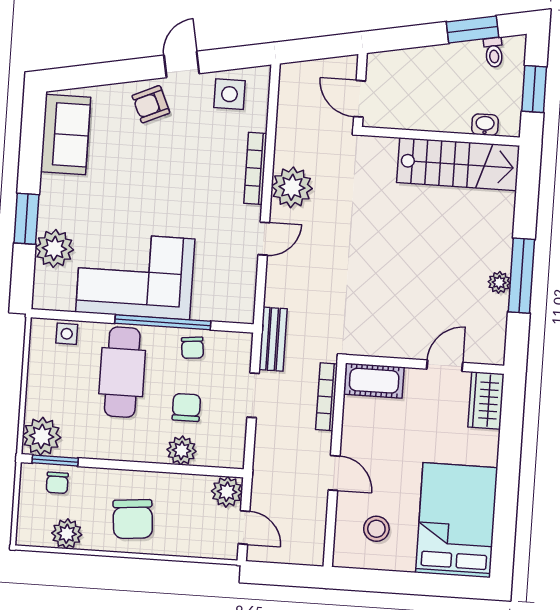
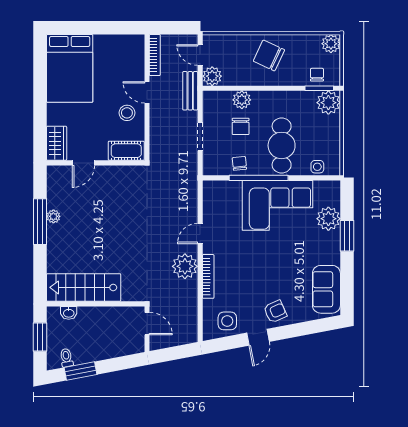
bench: (273, 339) -> (190, 91), moved
bookcase: (327, 397) -> (155, 55), moved
chair: (133, 519) -> (269, 55), turned -60
stool: (376, 529) -> (127, 113), moved
plant: (67, 534) -> (331, 44), moved

